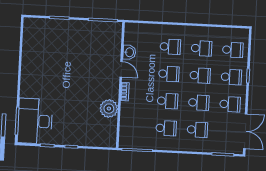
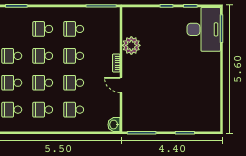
washbasin: (129, 52) -> (114, 125), moved

